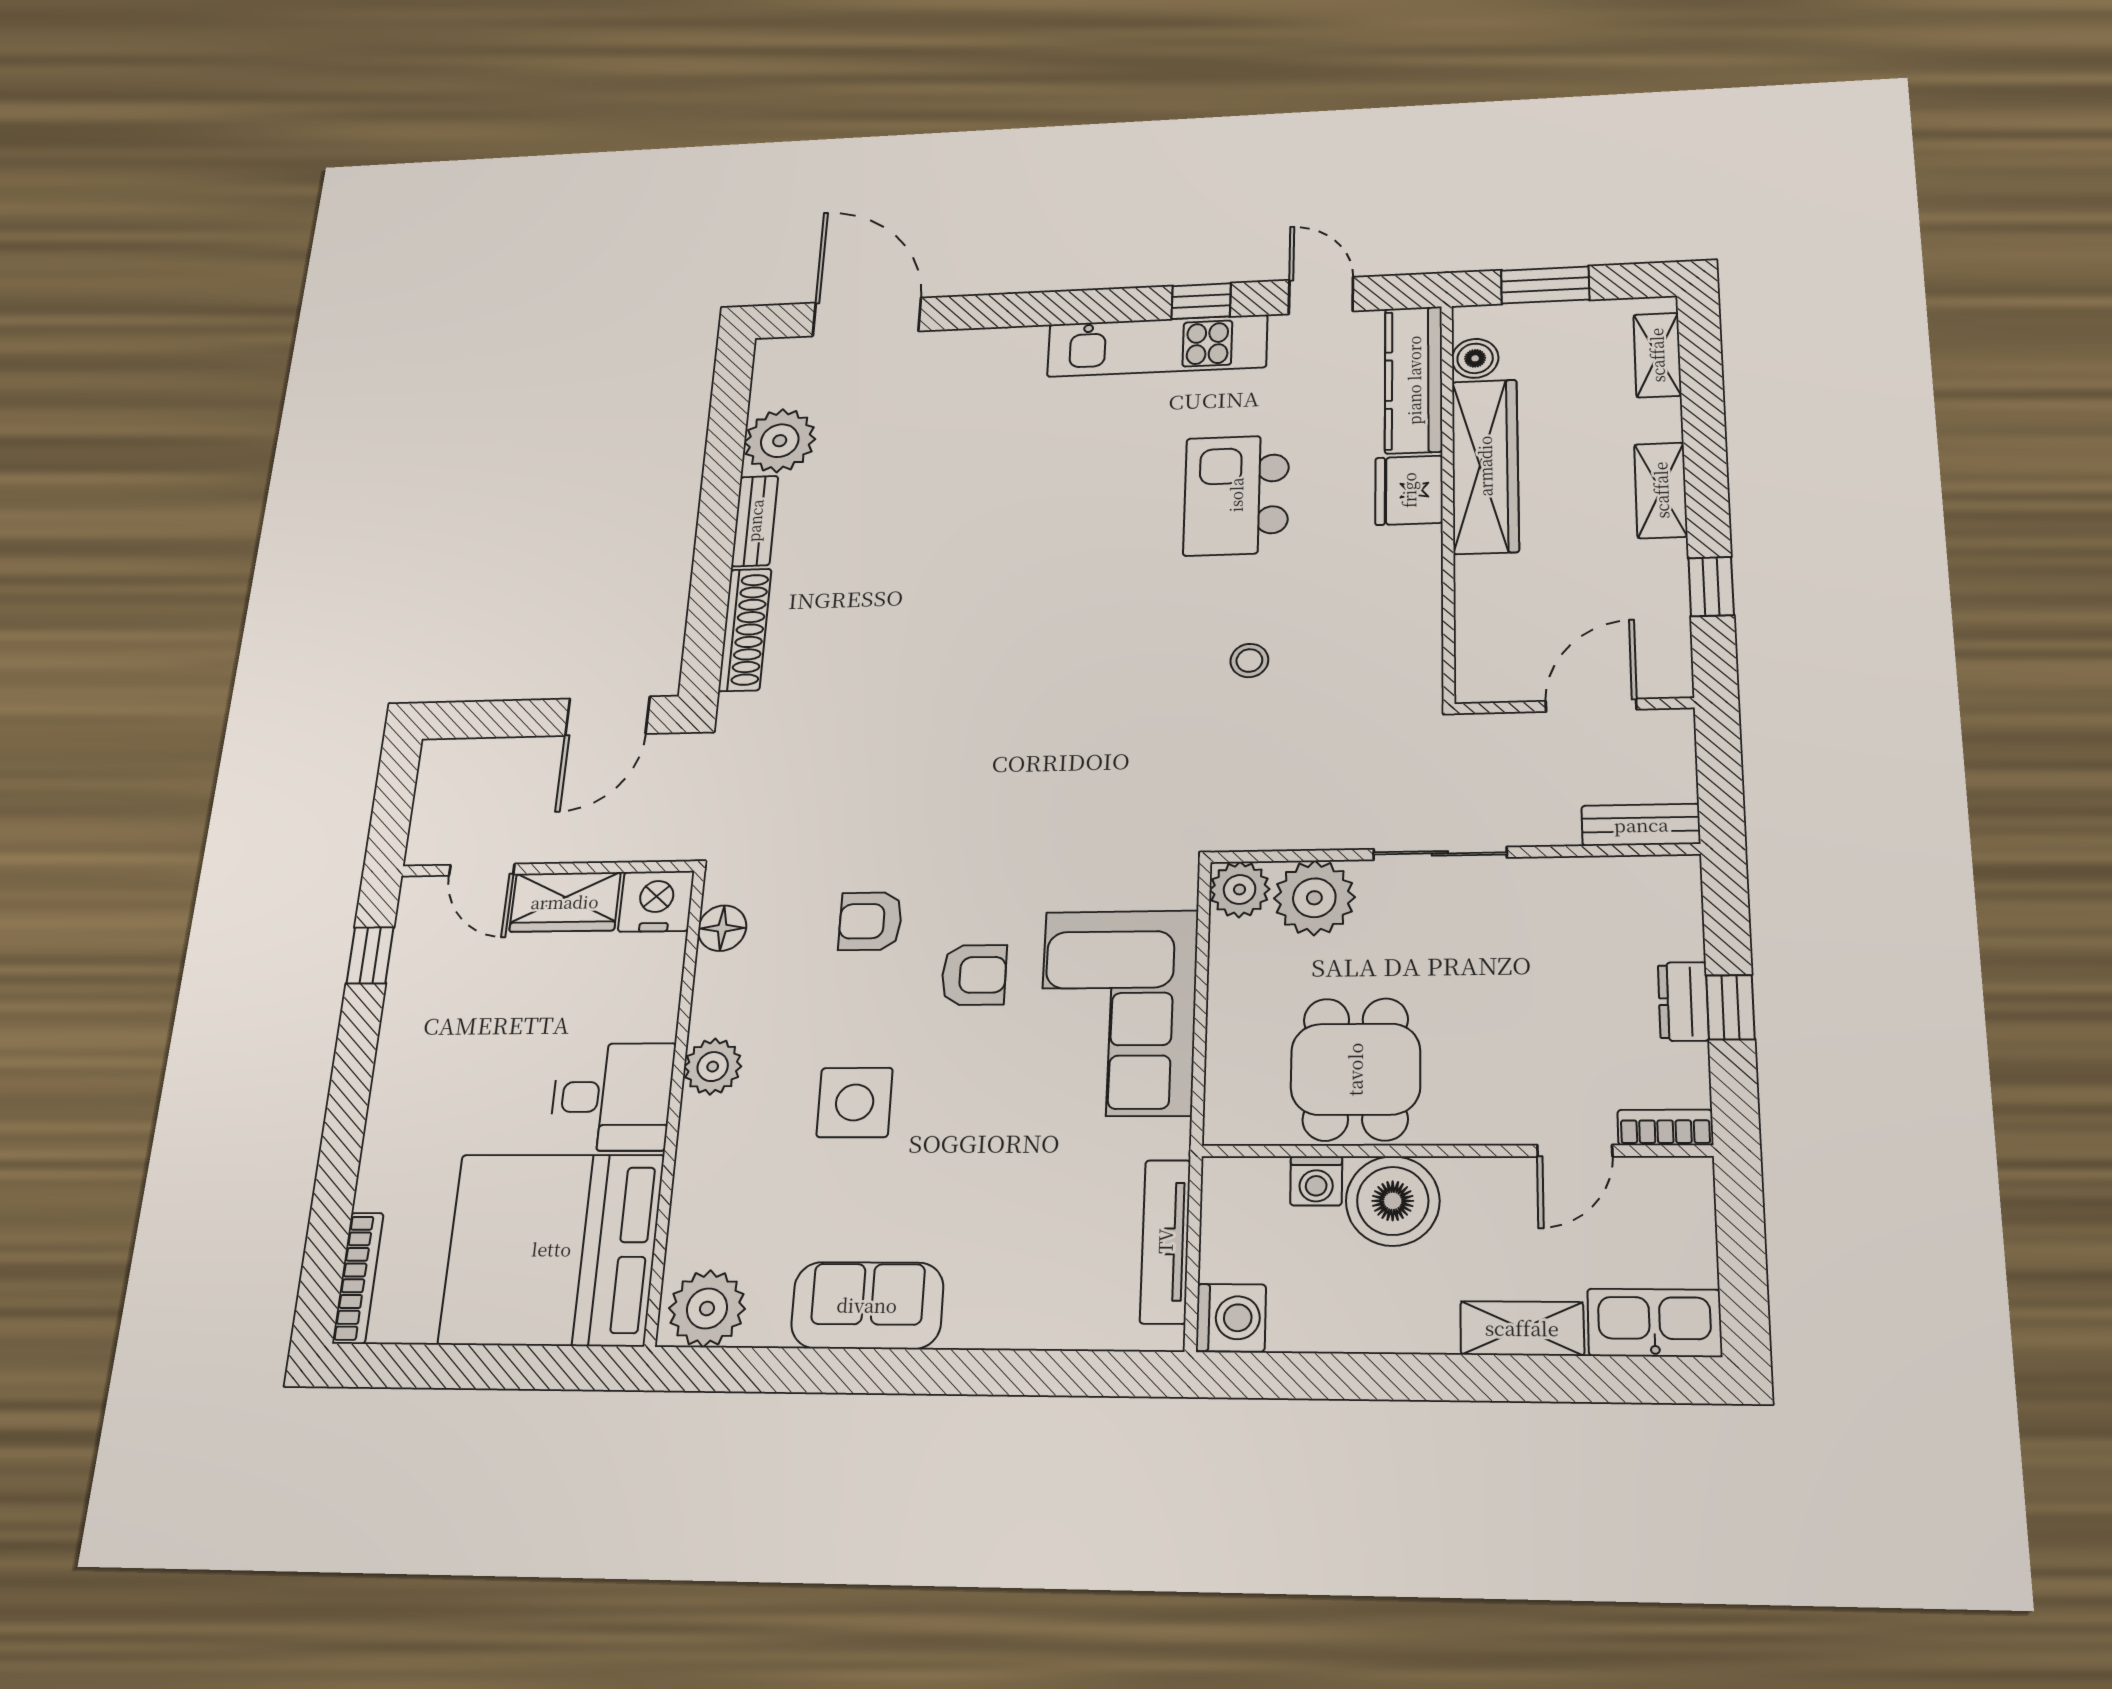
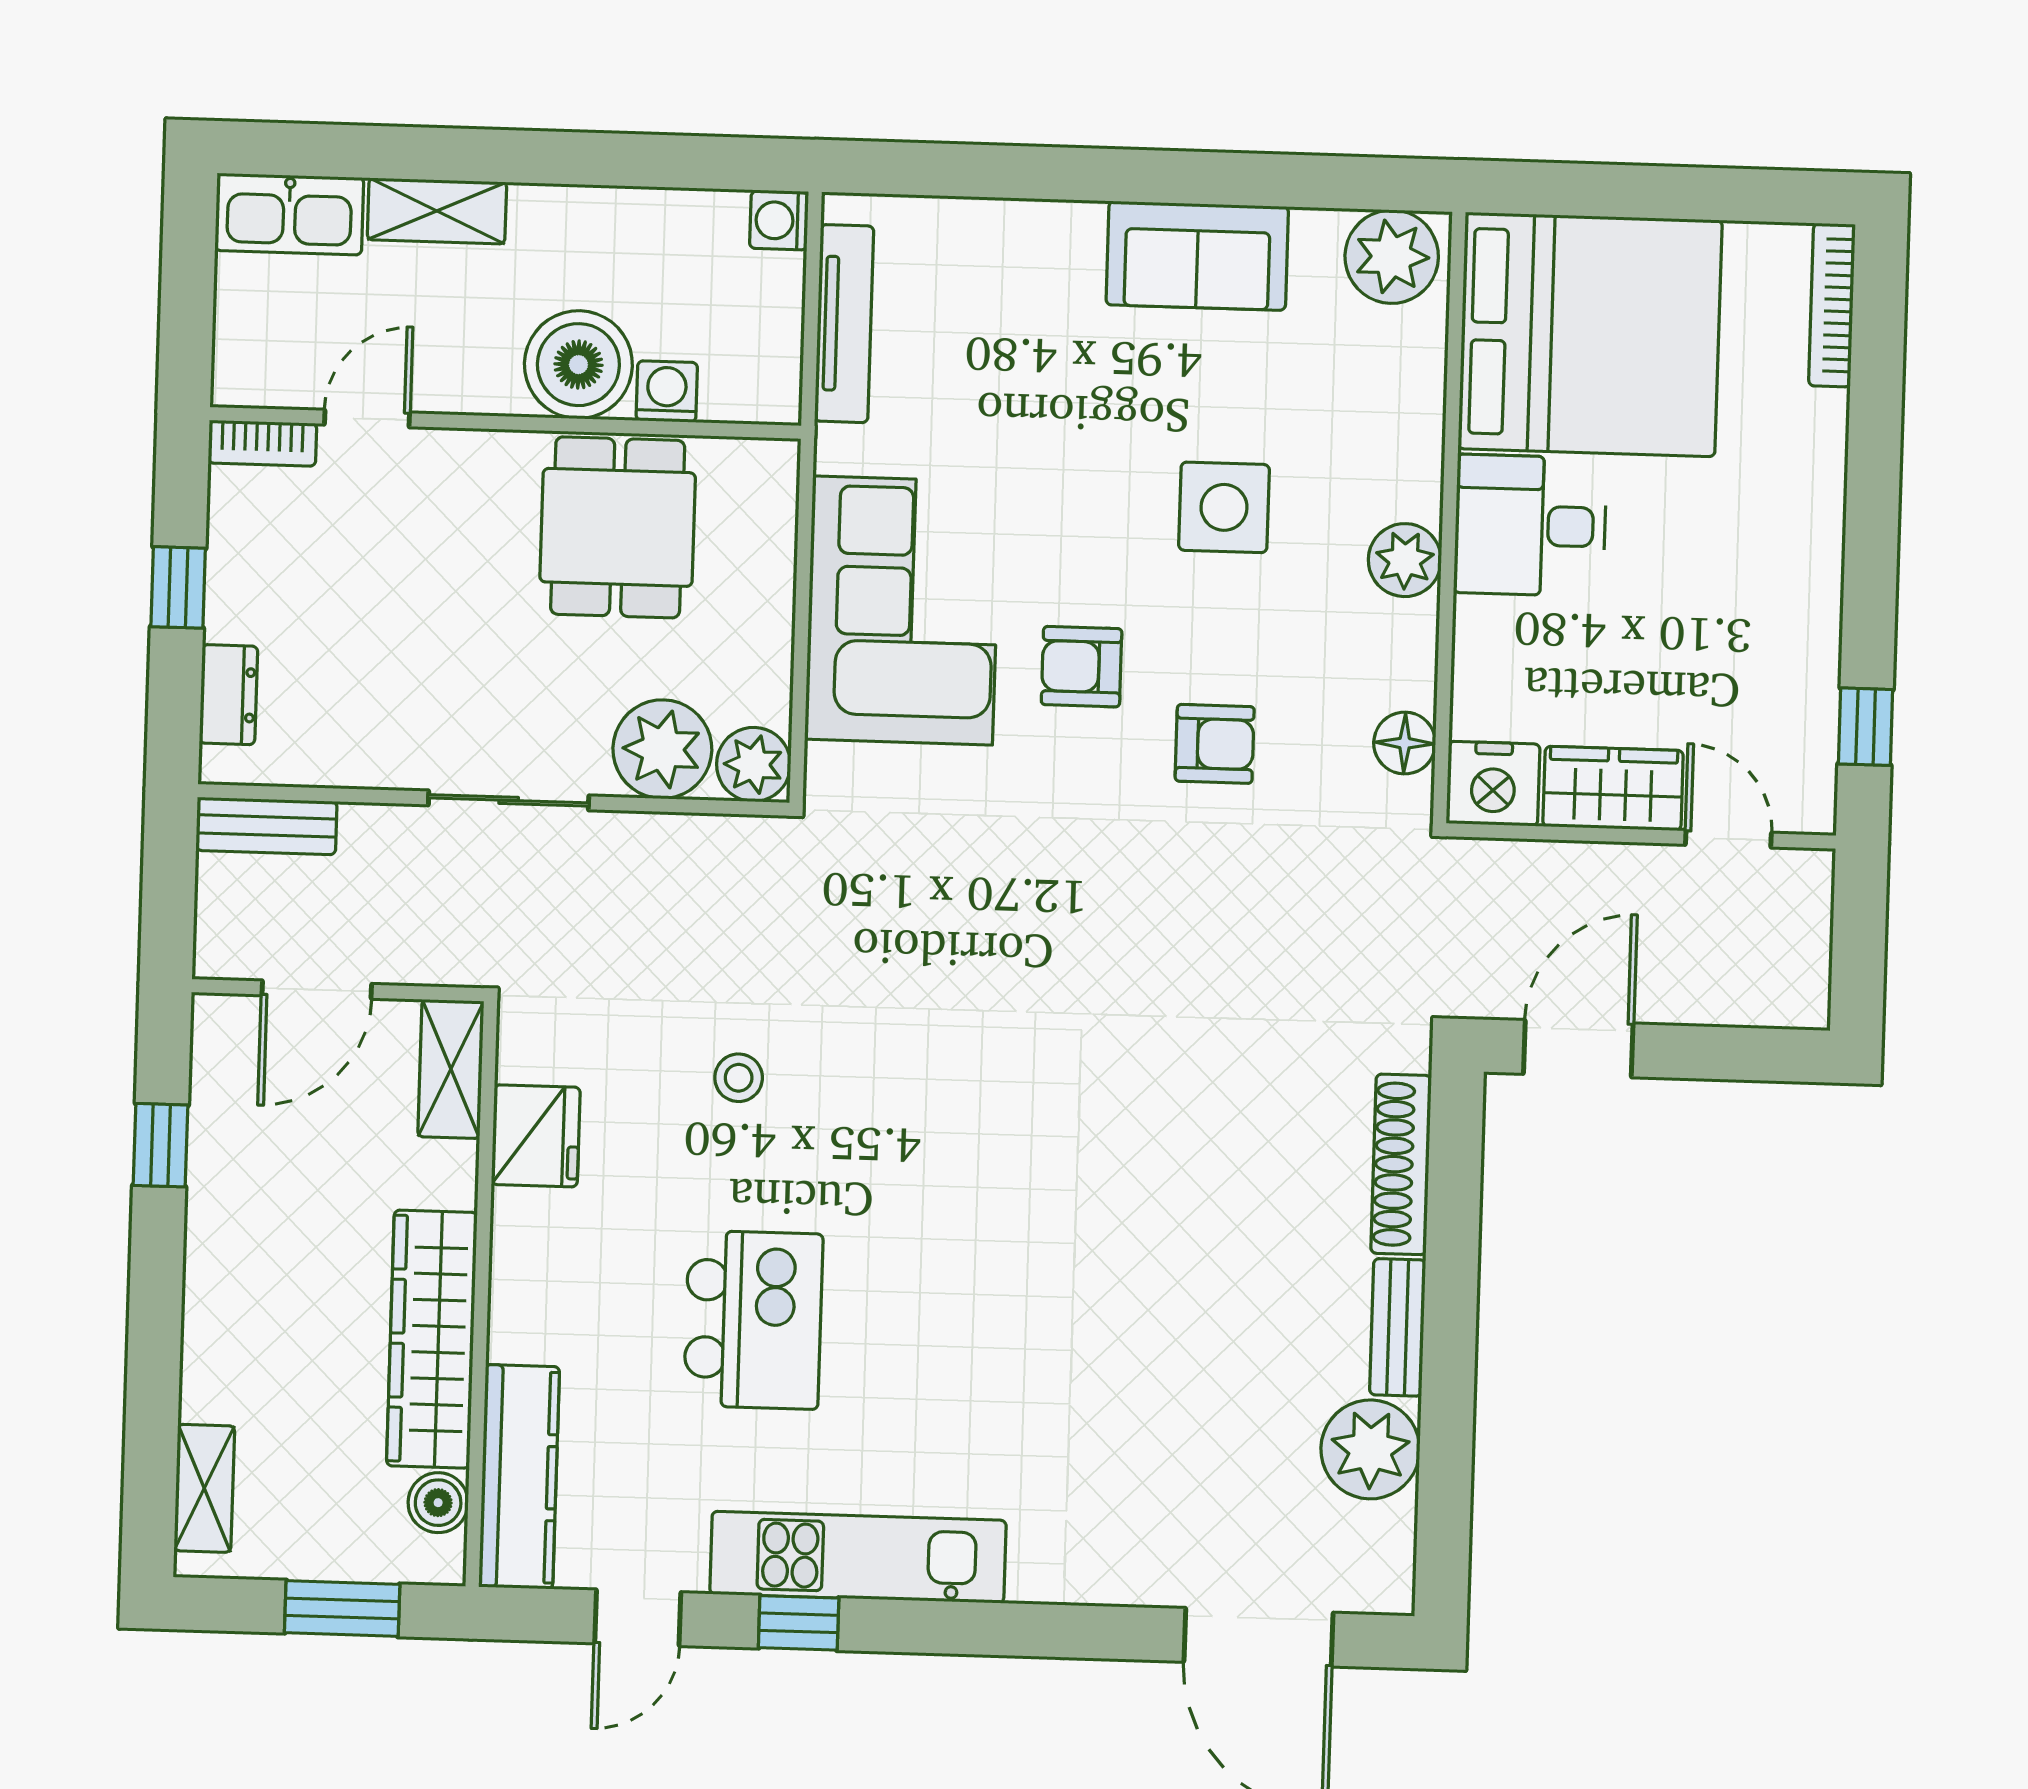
door: (1321, 296) -> (638, 1618), hinge flipped
fridge: (1409, 490) -> (536, 1136), moved
shelving: (1661, 490) -> (451, 1069), moved
dresser: (1683, 1001) -> (228, 695), moved
washing machine: (1231, 1318) -> (779, 220), width x0.73, depth x0.73

